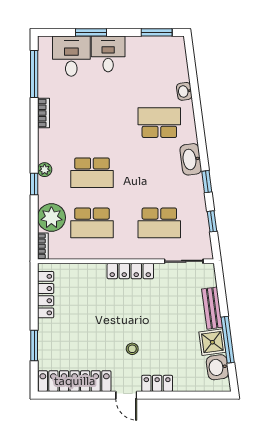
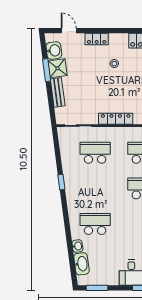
school desk: (159, 123) -> (95, 224), turned 180
washbasin: (191, 159) -> (82, 264), moved
window: (212, 221) -> (58, 154), removed
window: (228, 340) -> (47, 70), width x0.69
door: (126, 395) -> (69, 31), moved

